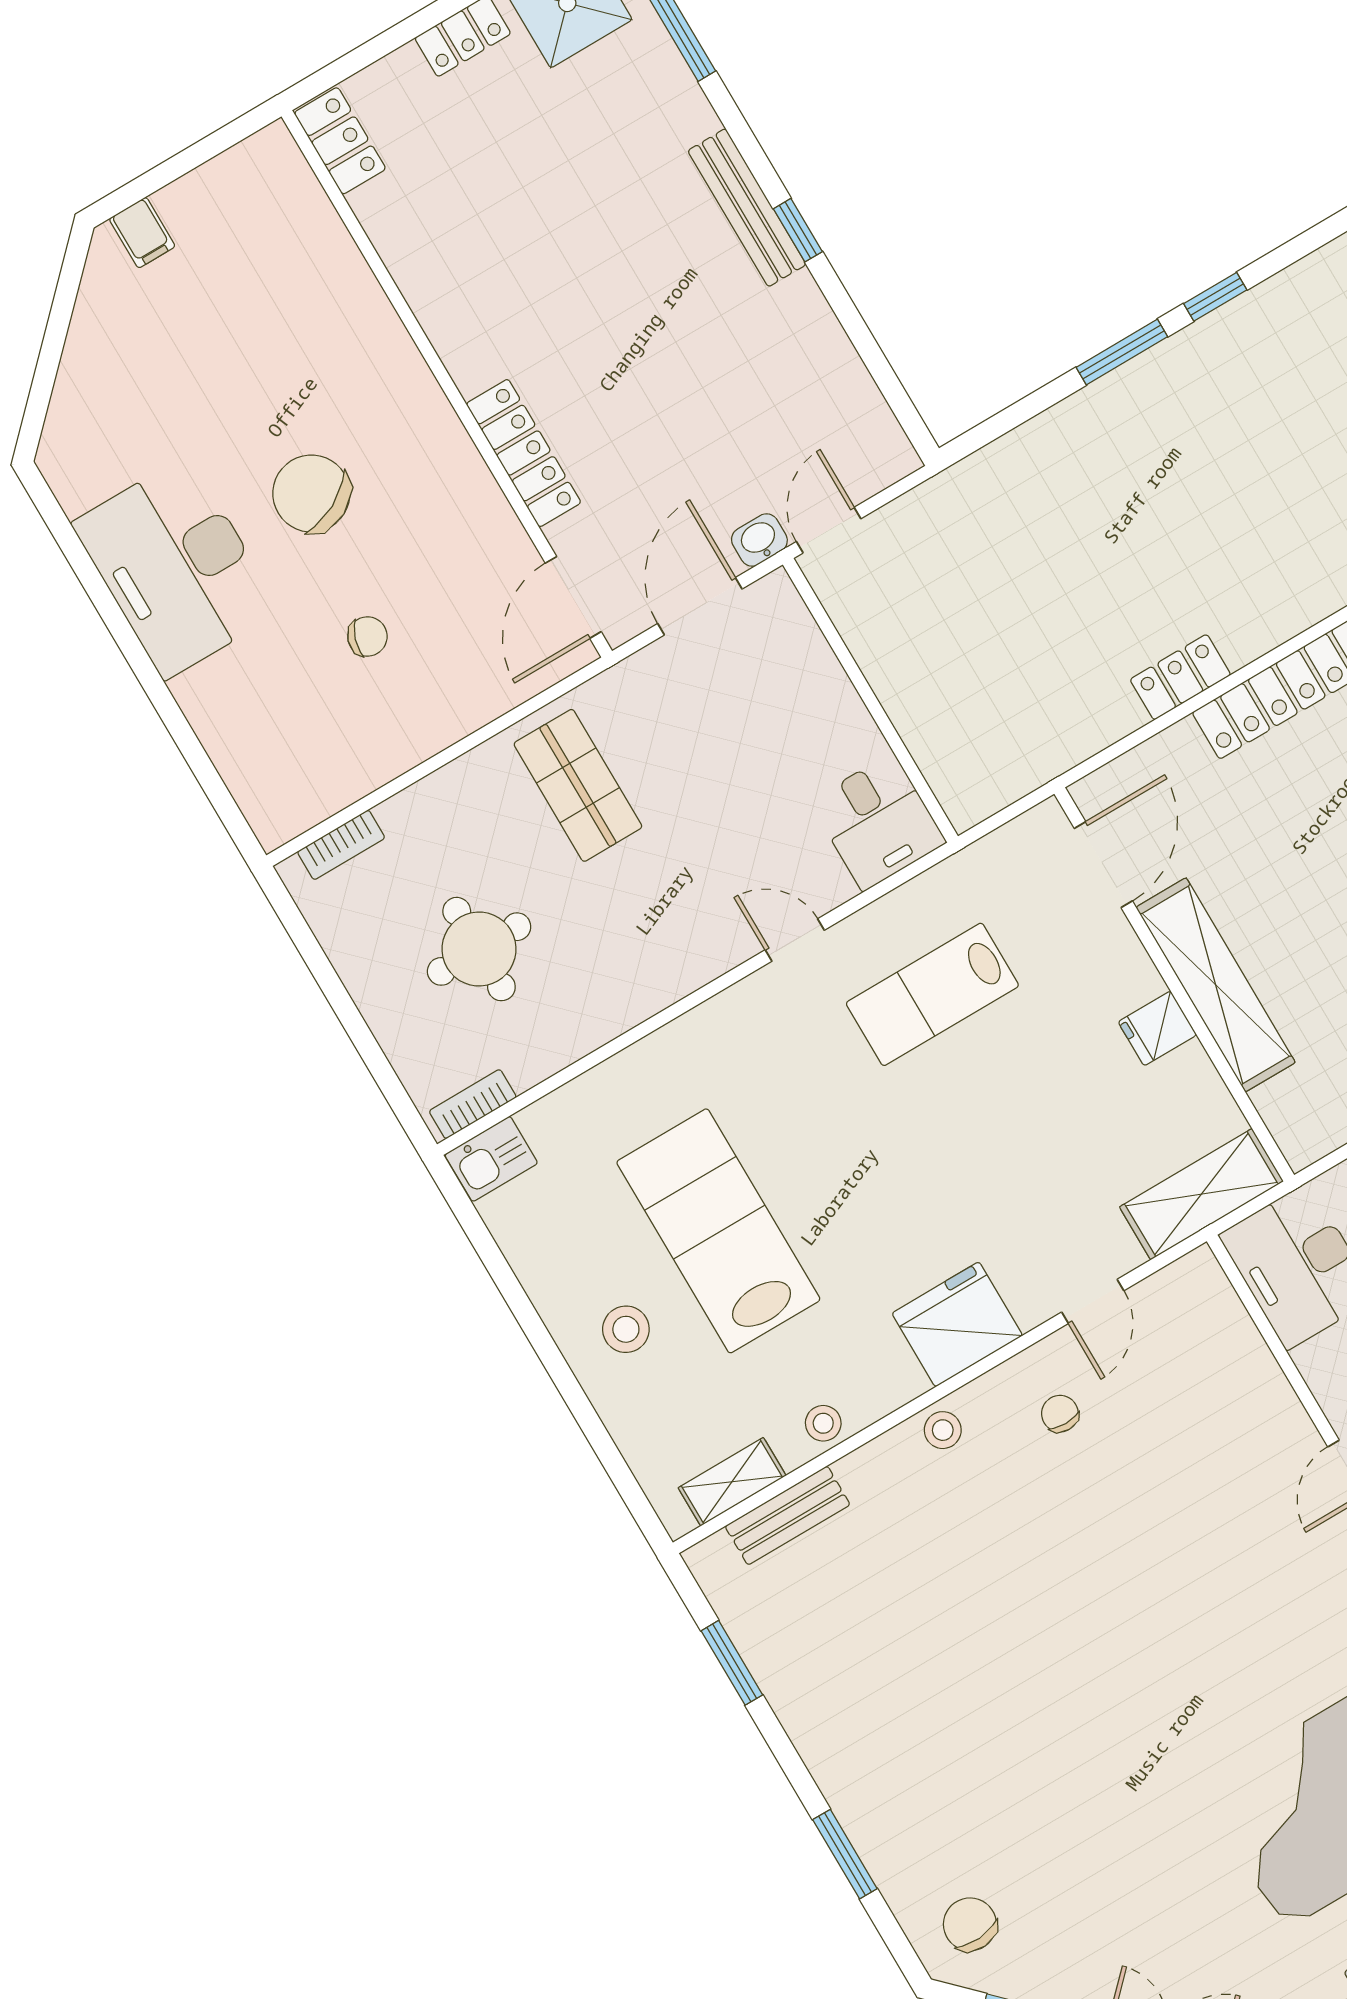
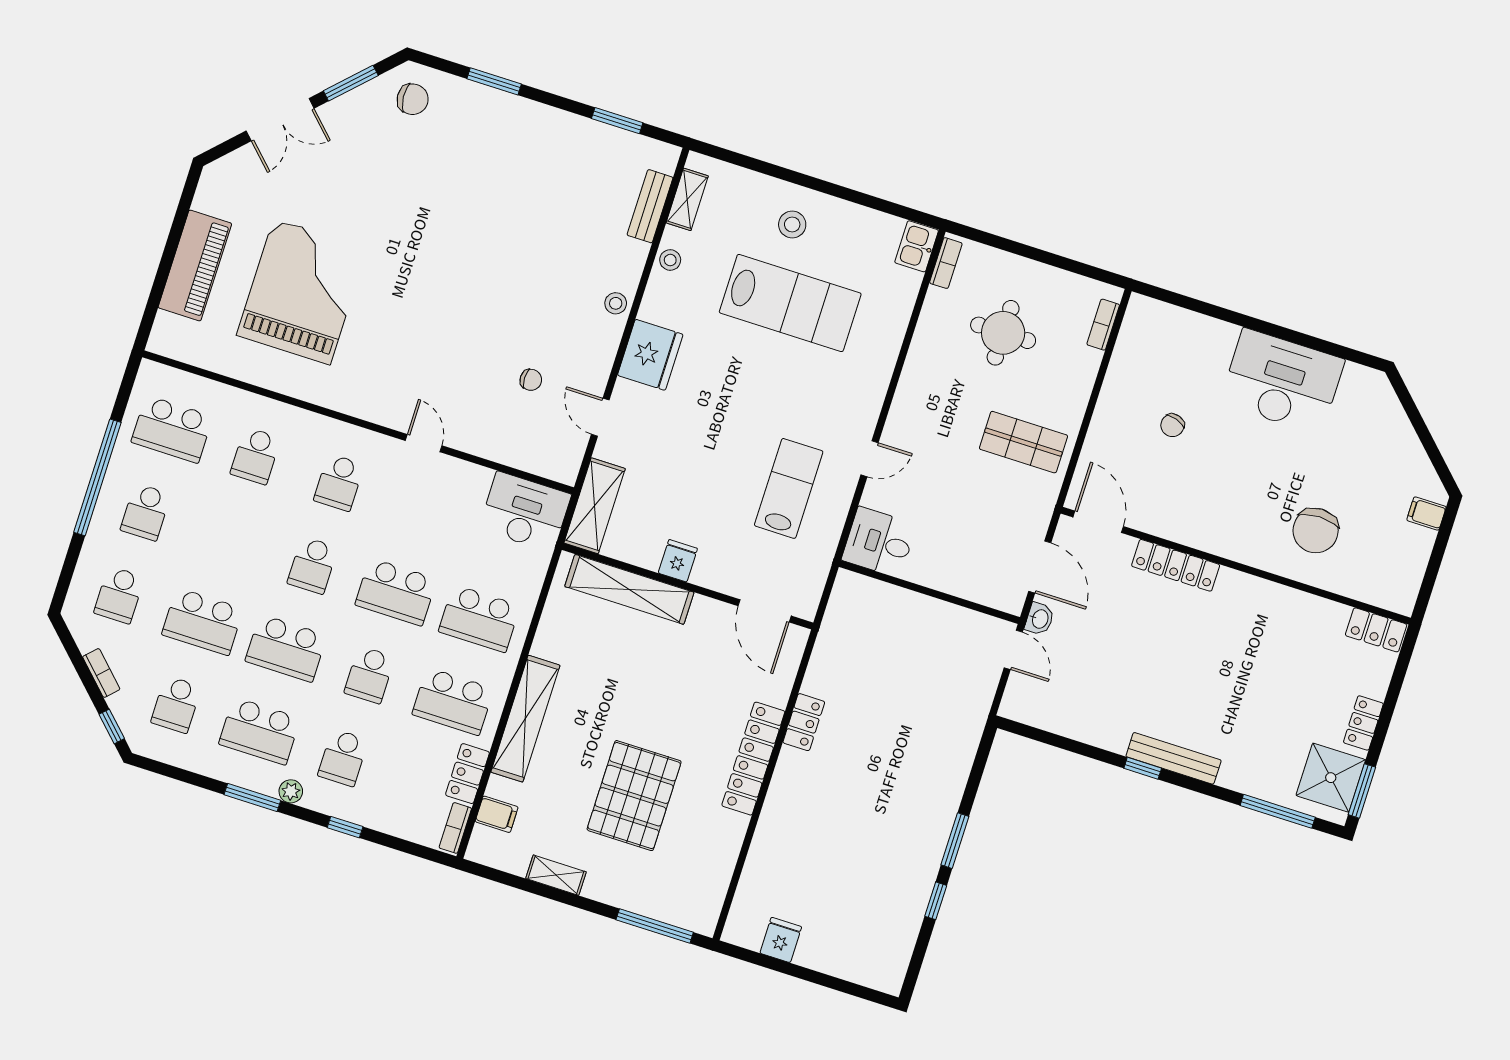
chair: (311, 494) -> (1316, 531), moved, turned 118
shelving: (1216, 985) -> (629, 589), moved
chair: (1060, 1414) -> (531, 380), moved

